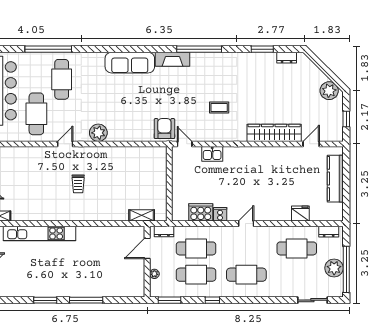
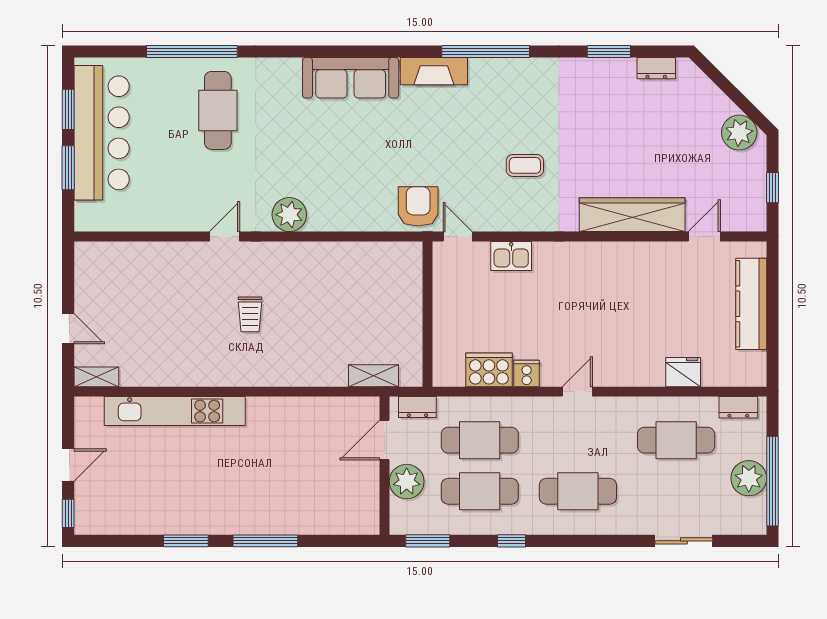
cafe table: (36, 114) -> (169, 178), removed
plant: (154, 274) -> (407, 482), width x1.87, depth x1.87
sliding door: (312, 300) -> (684, 541), moved

